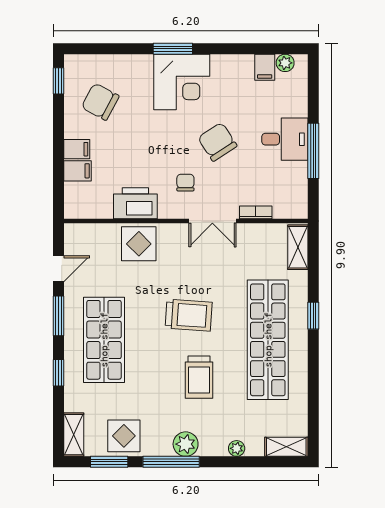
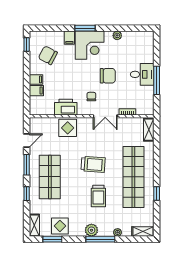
plant: (285, 63) -> (117, 35), moved
filing cabinet: (265, 67) -> (69, 38), moved
chair: (217, 142) -> (108, 76), turned 123
window: (313, 316) -> (157, 193), moved
window: (171, 462) -> (100, 239), moved

